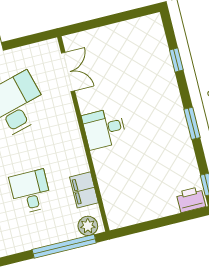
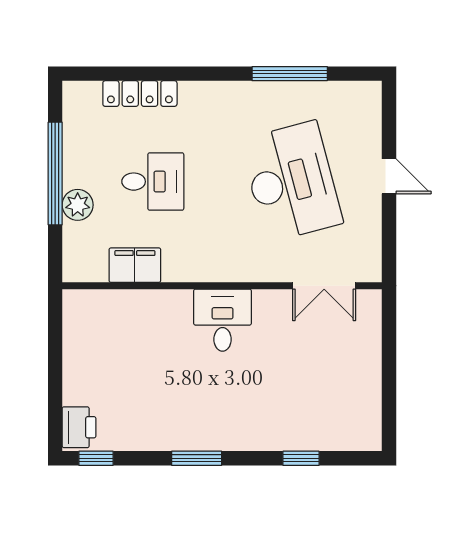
plant: (88, 226) -> (78, 205), moved
window: (64, 246) -> (55, 174), moved

